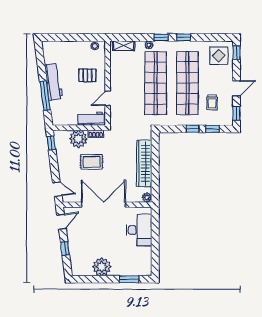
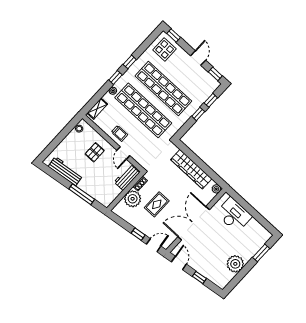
workbench: (53, 82) -> (65, 171), moved
trolley: (212, 102) -> (119, 133), moved
window: (51, 143) -> (138, 234), moved

